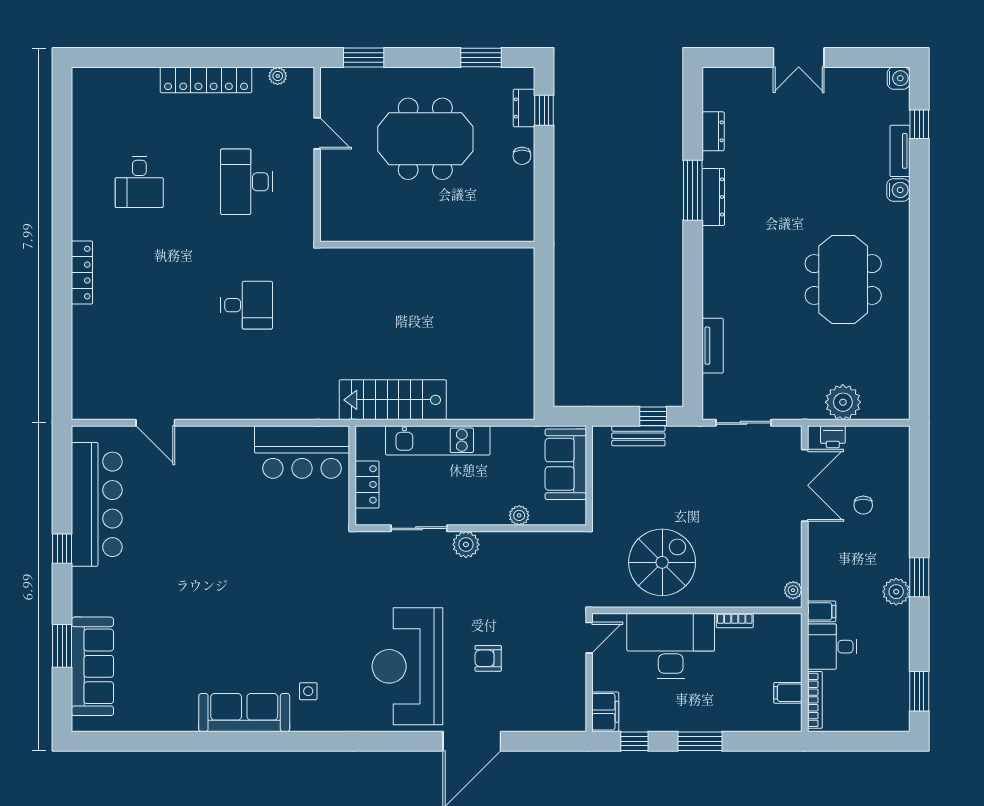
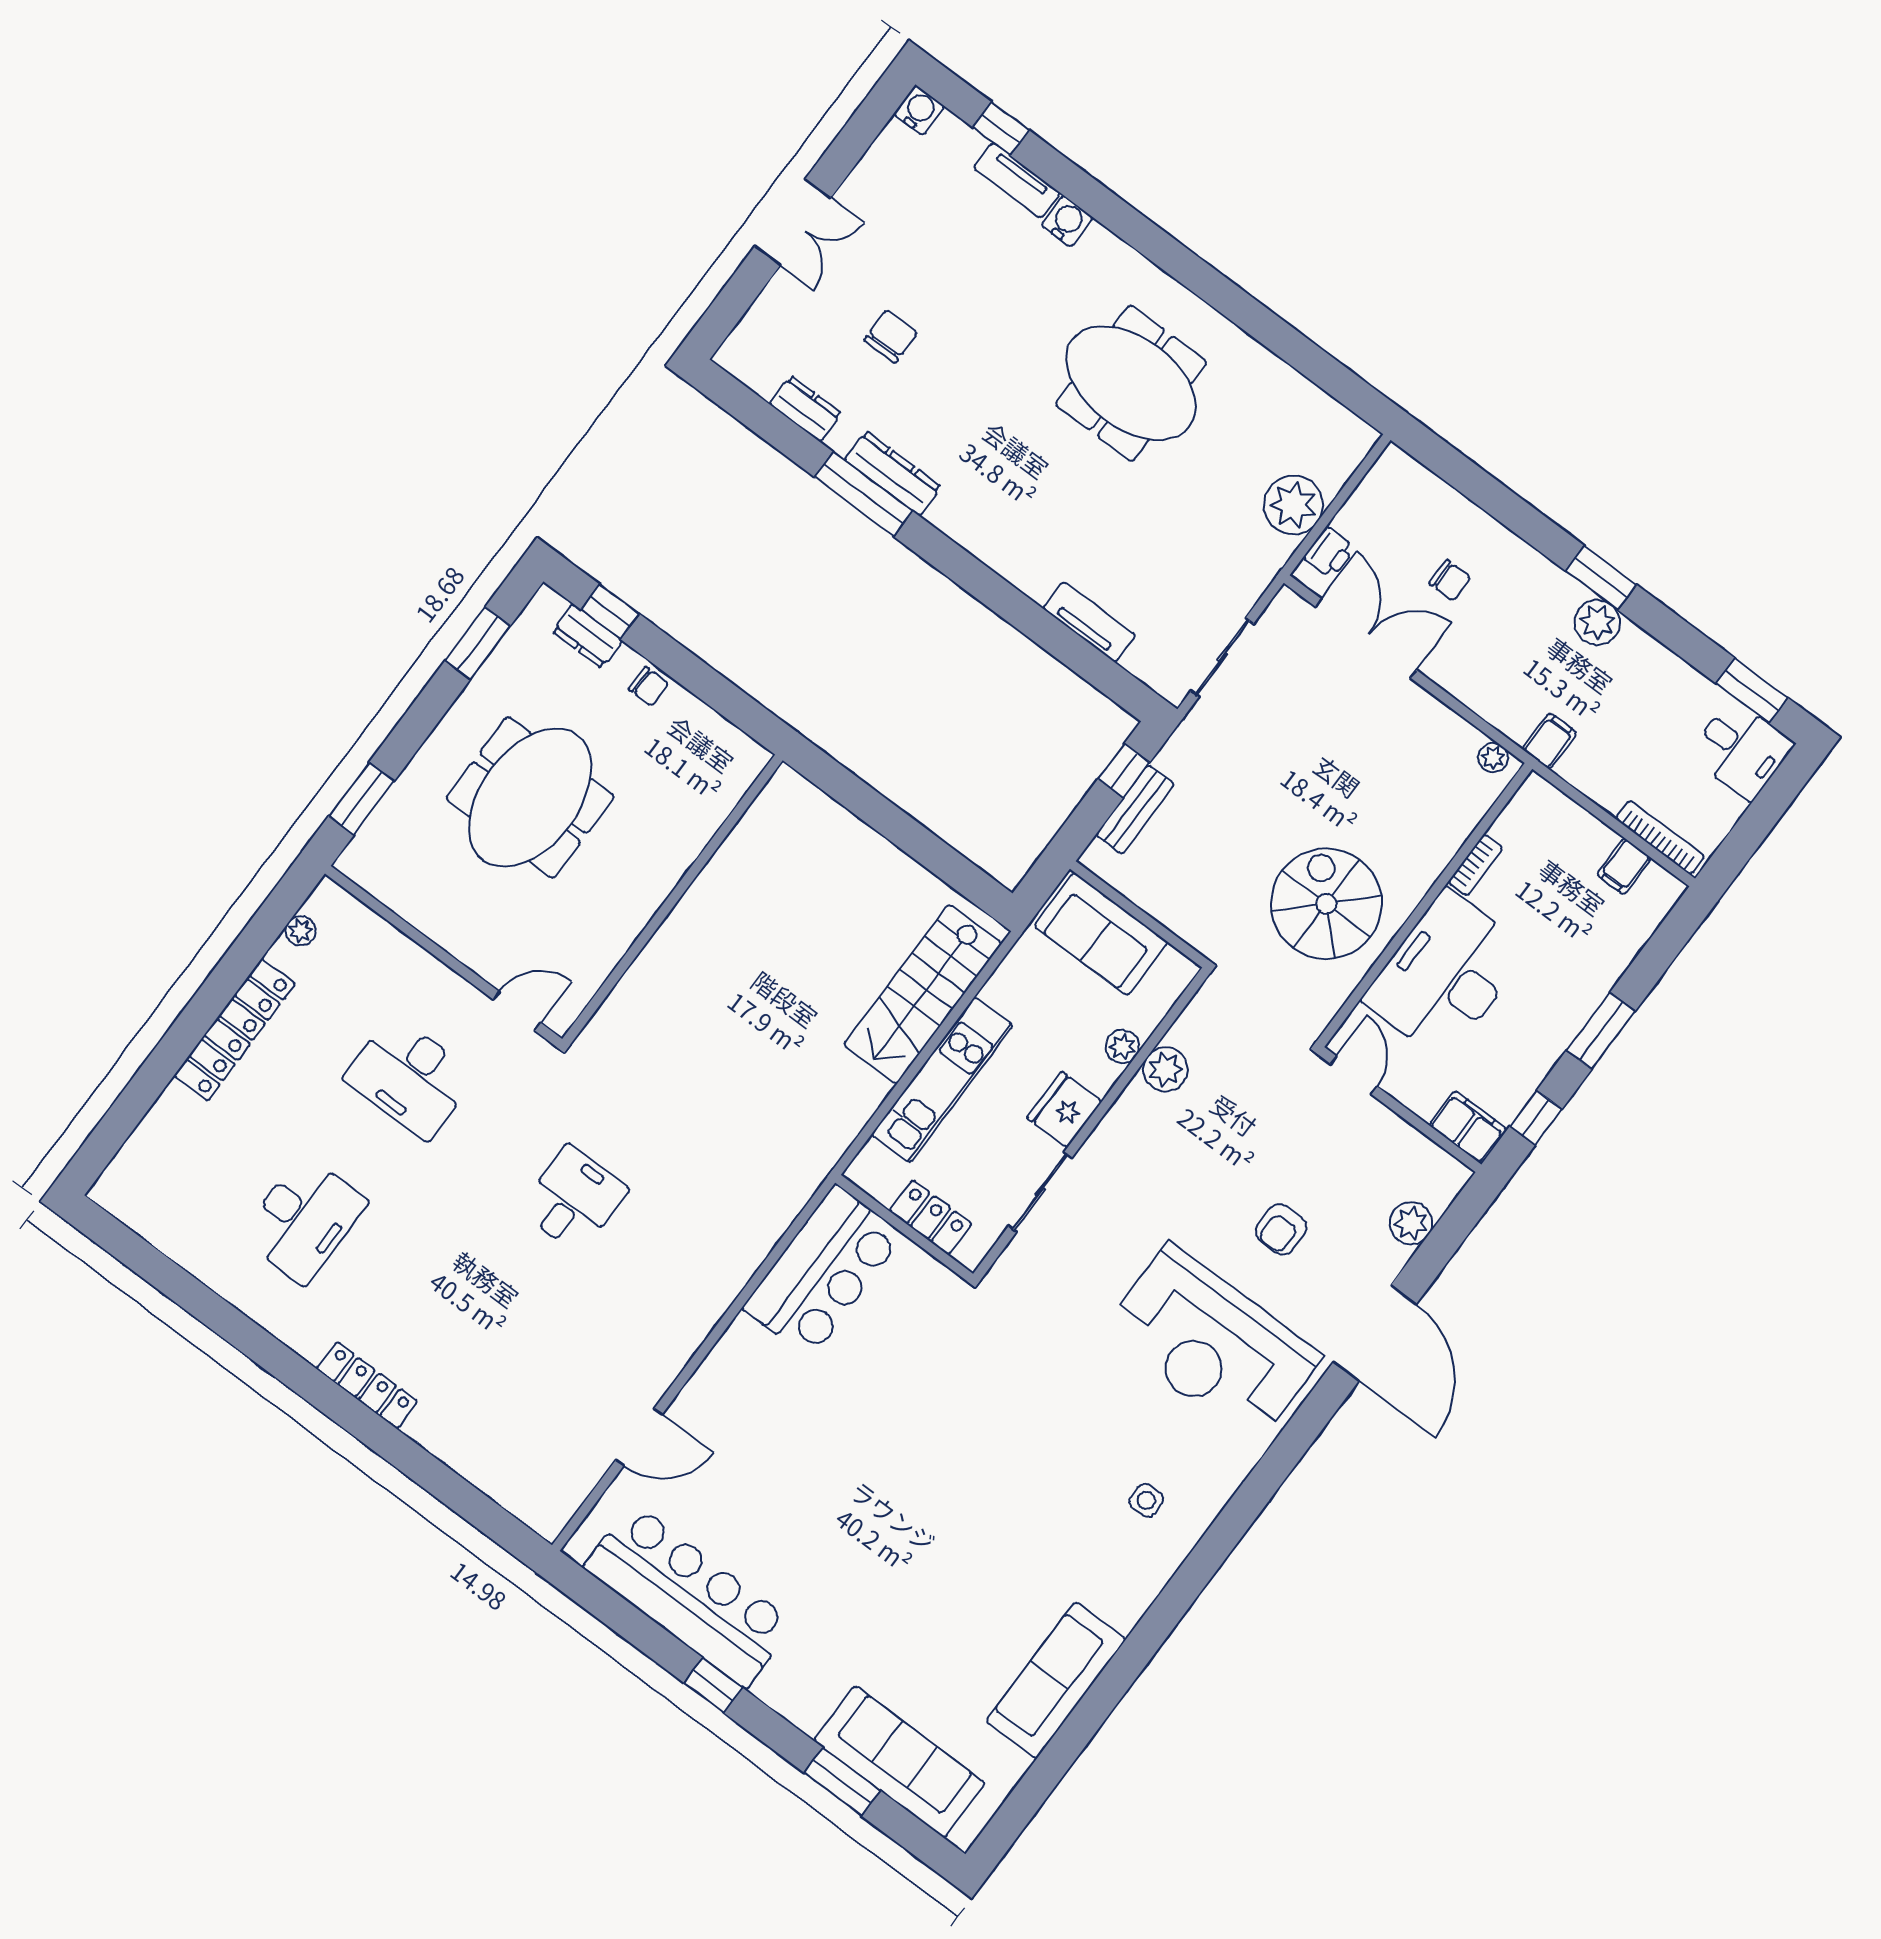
door: (317, 133) -> (517, 1011), moved
chair: (779, 146) -> (891, 336), added
desk: (139, 182) -> (304, 1219), width x1.37
stairs: (393, 400) -> (923, 994), moved
fridge: (468, 510) -> (1064, 1110), added
plant: (466, 544) -> (1165, 1069), moved
desk: (832, 647) -> (1741, 749), moved, turned -90
sofa: (244, 713) -> (1056, 1680), moved
plant: (538, 719) -> (1411, 1223), added

